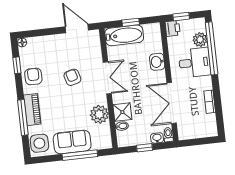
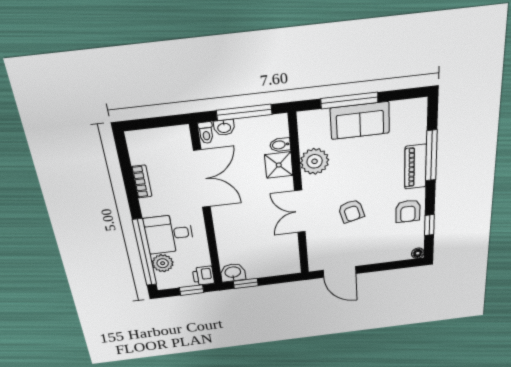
window: (131, 22) -> (246, 283), moved
bathtub: (124, 35) -> (273, 265), removed
washbasin: (157, 62) -> (233, 273), moved, turned -90
side table: (39, 143) -> (411, 118), removed
window: (145, 148) -> (244, 112), width x2.17

